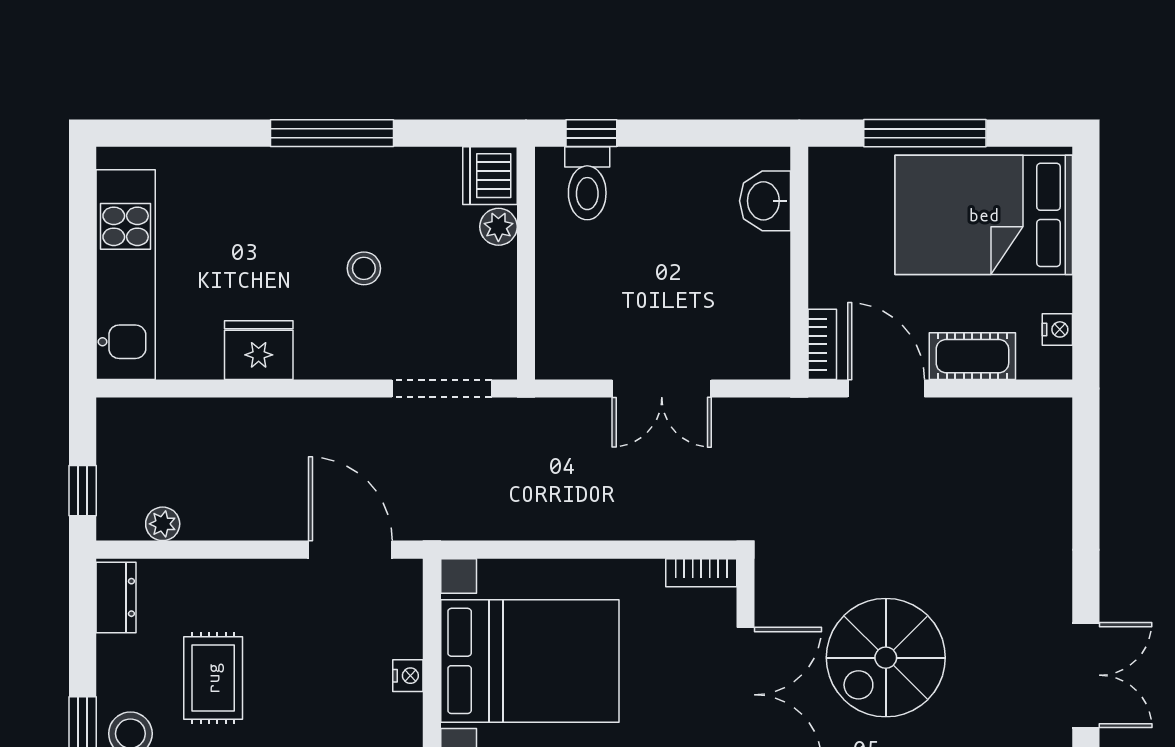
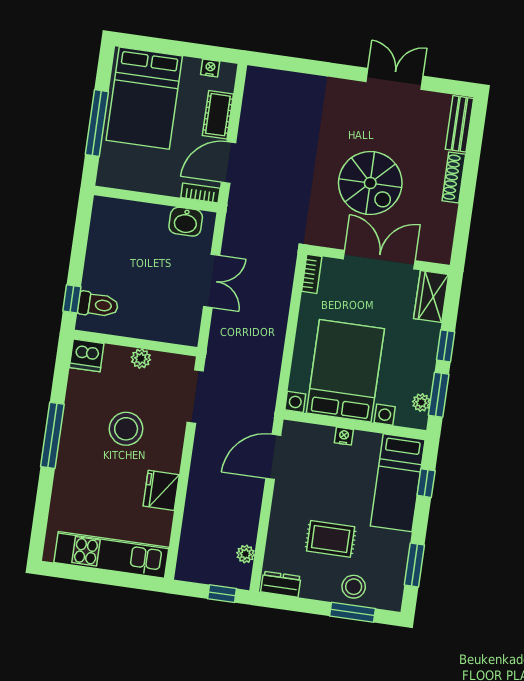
washbasin: (765, 201) -> (186, 222), moved
plant: (498, 227) -> (141, 359), moved
stool: (364, 268) -> (126, 429), width x1.89, depth x1.89

